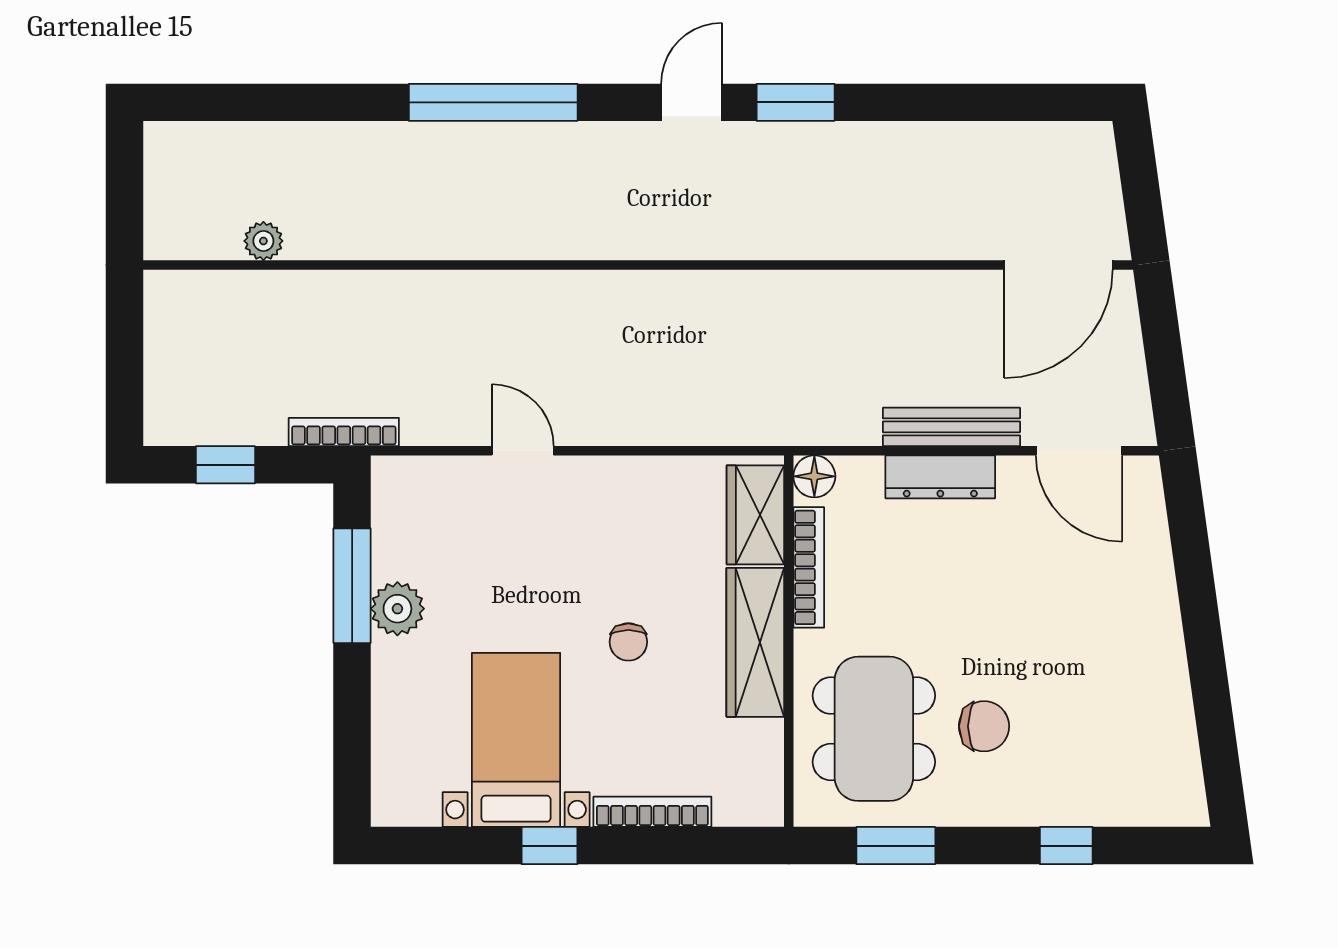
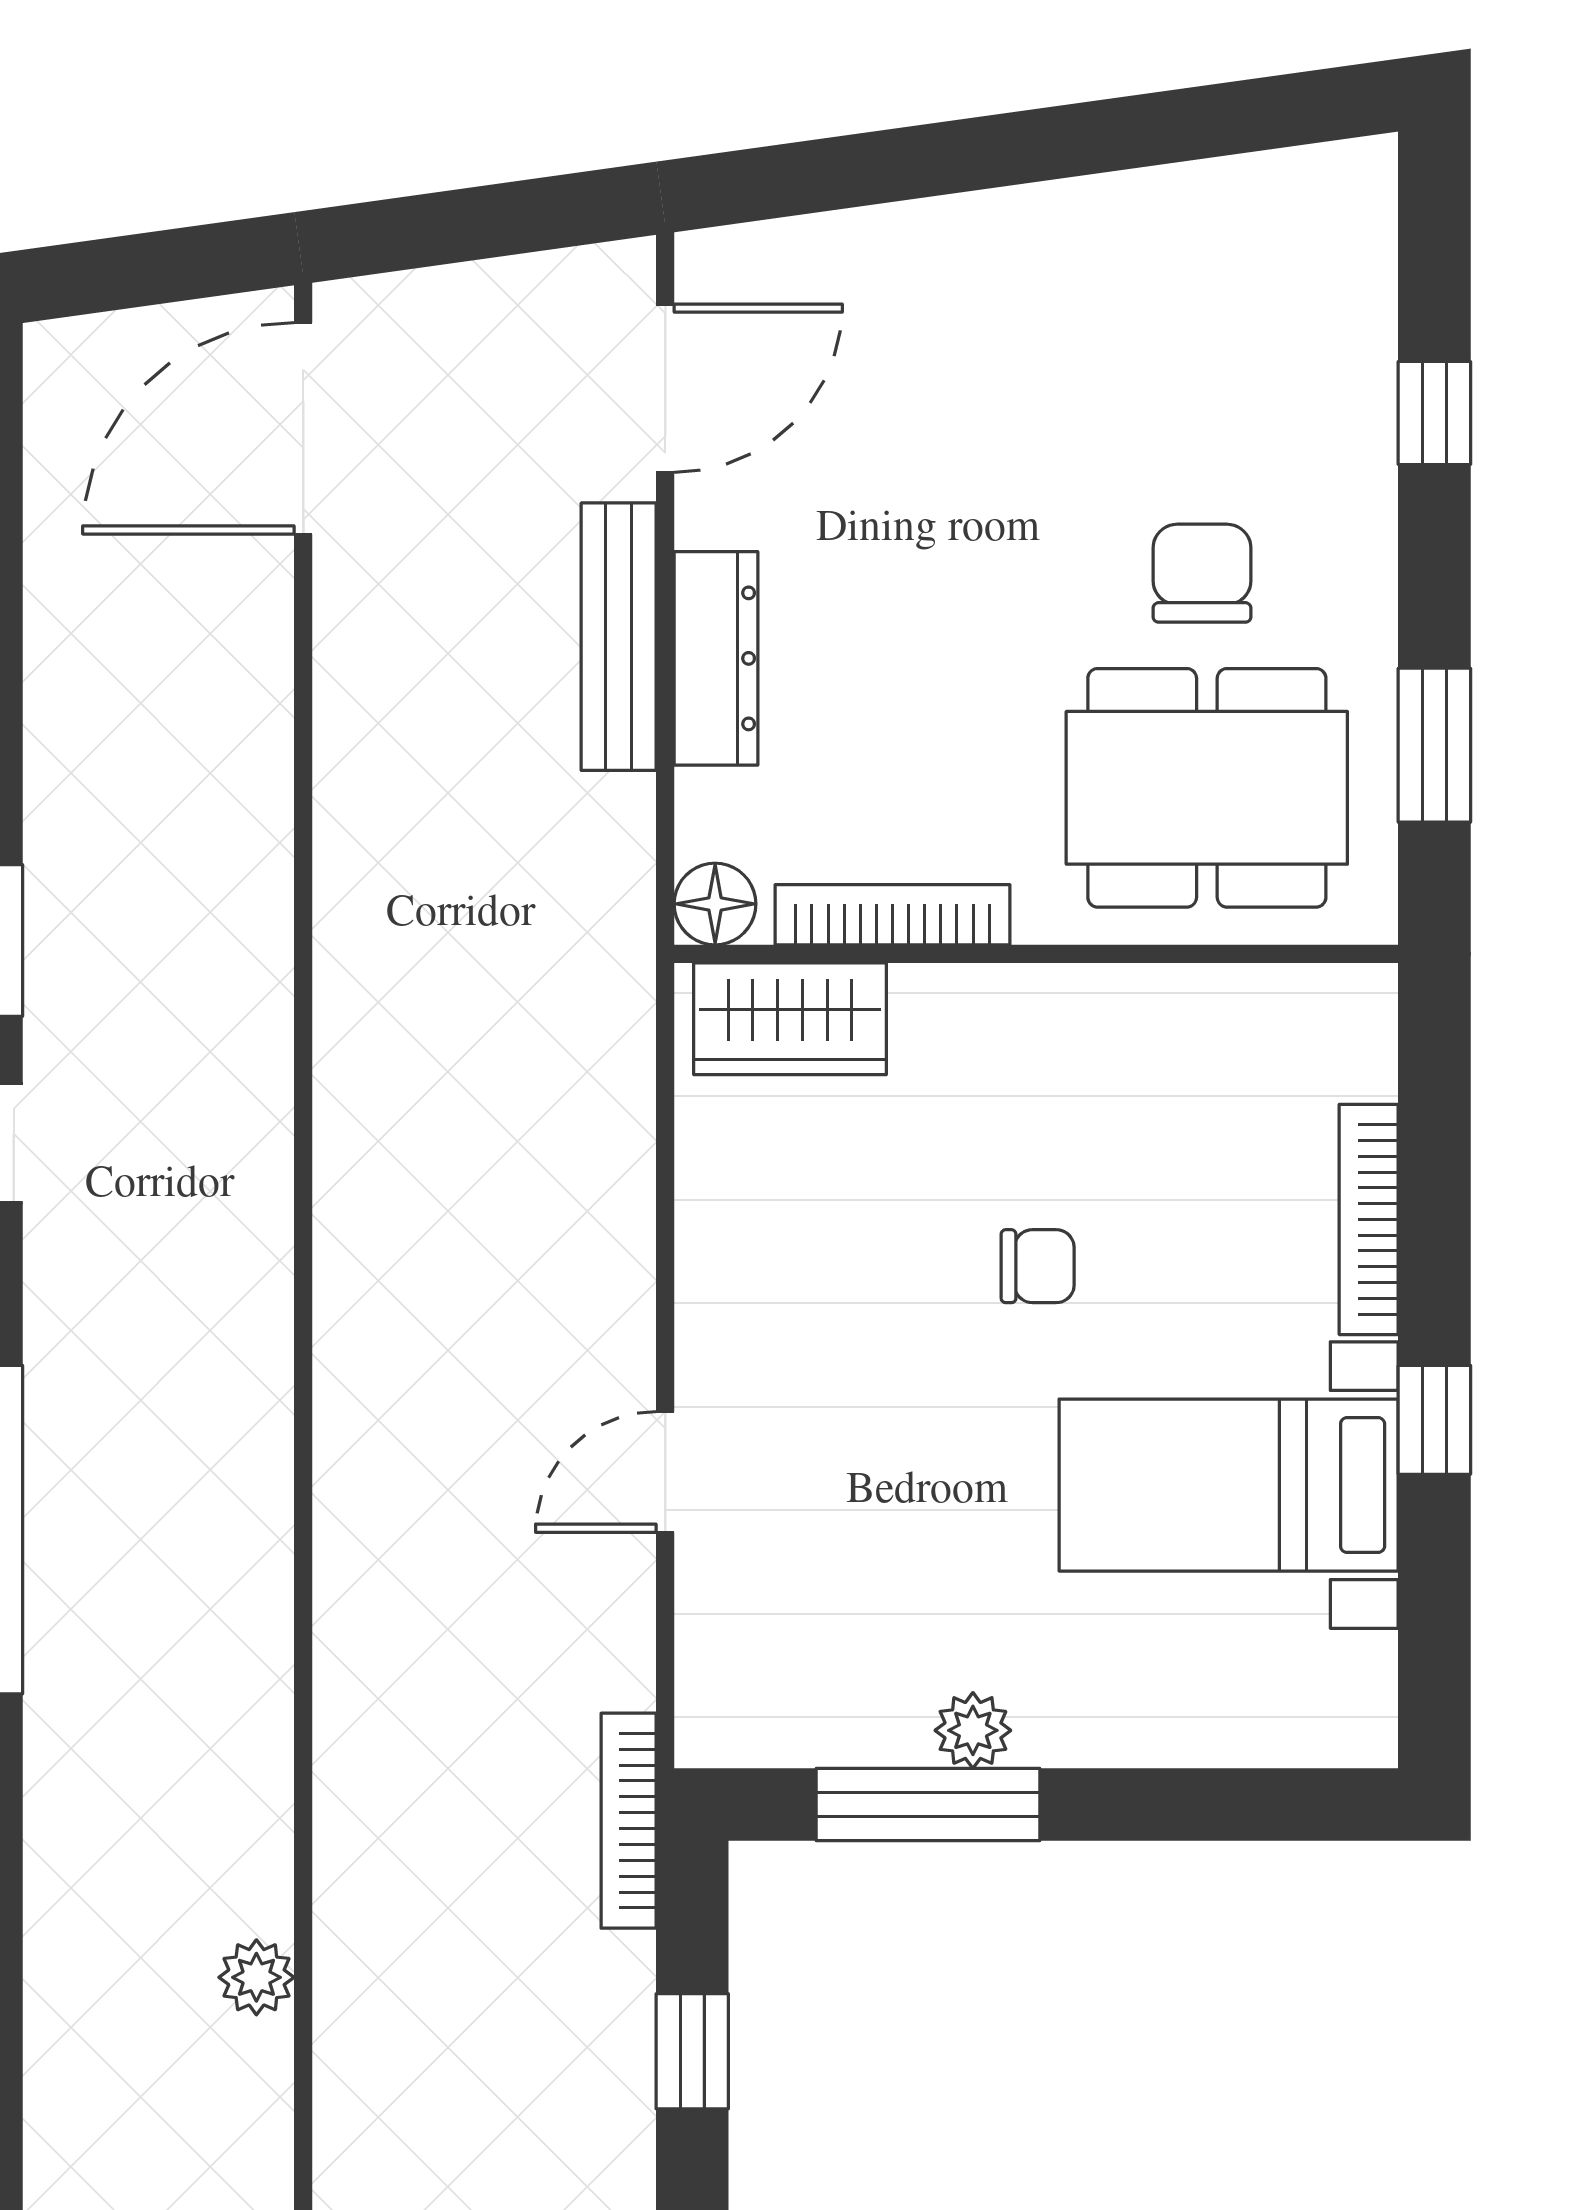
door: (1058, 265) -> (303, 428), swing flipped
plant: (397, 609) -> (973, 1730), width x0.73, depth x0.73
wardrobe: (755, 642) -> (1039, 1019), removed

